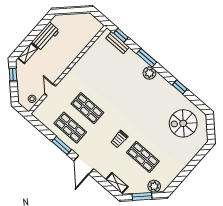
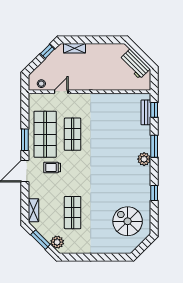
workbench: (46, 36) -> (135, 64), moved, turned 45
shop shelf: (70, 128) -> (45, 134), width x1.43, depth x1.36
trolley: (119, 139) -> (52, 168), moved

